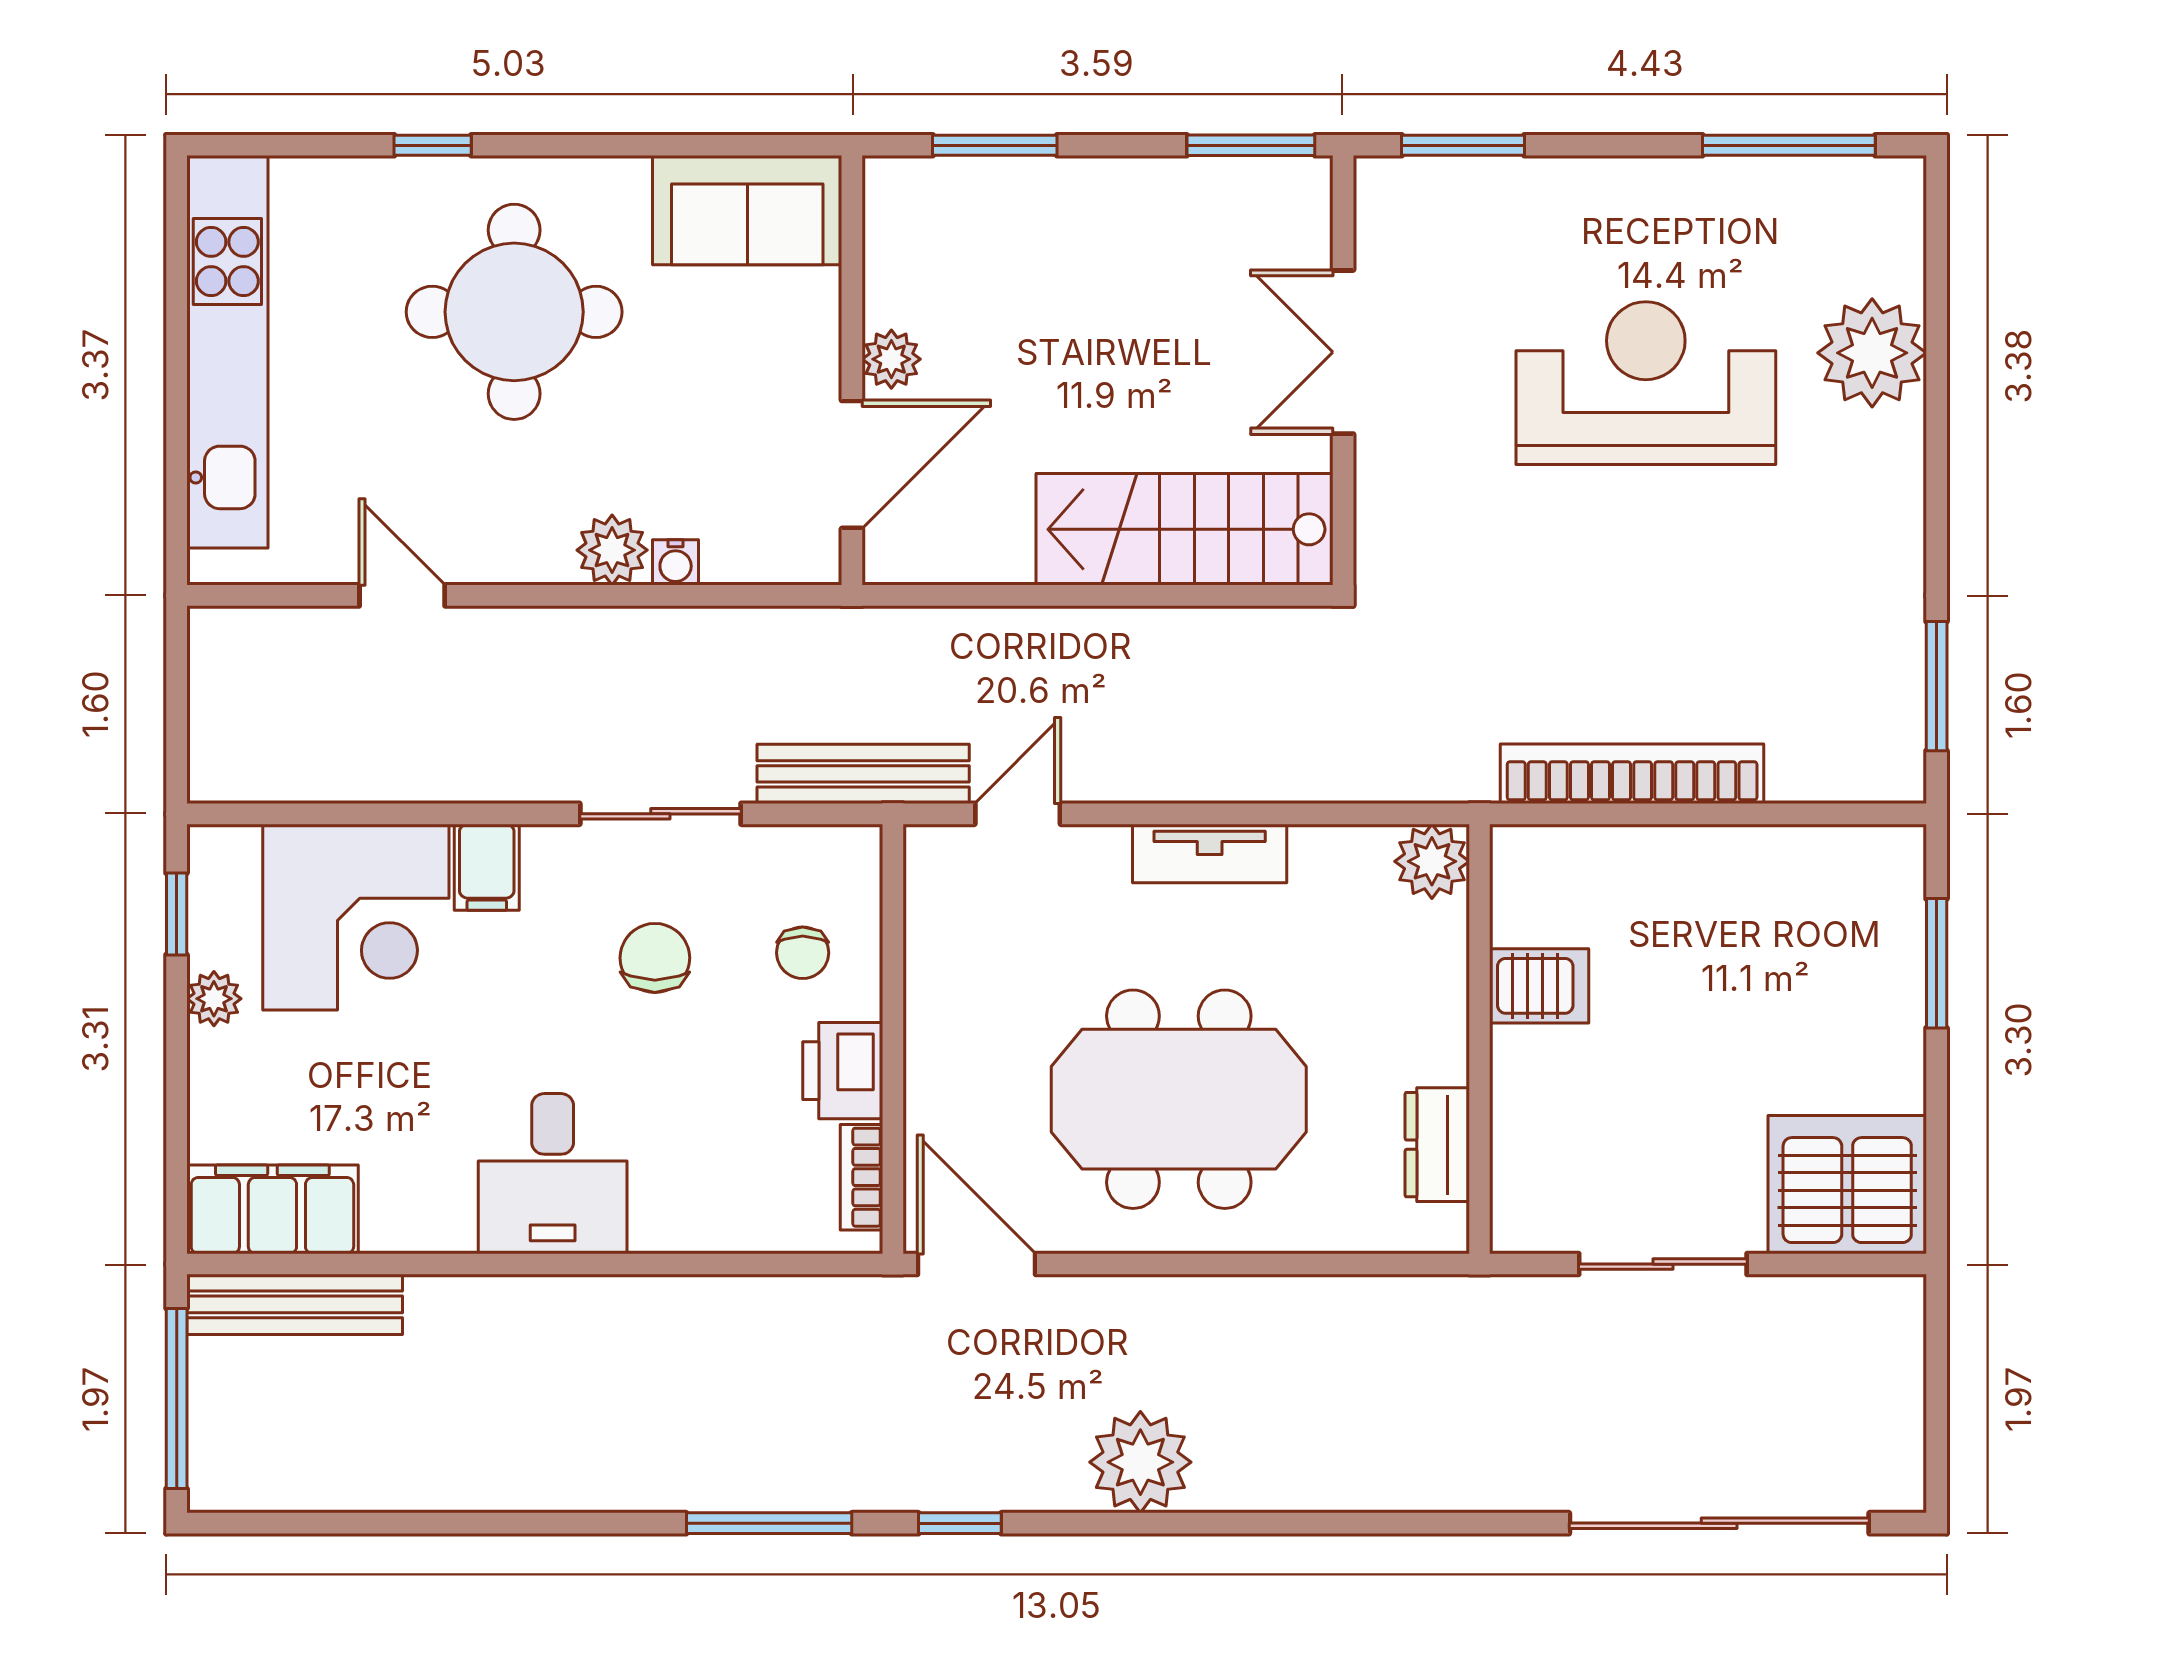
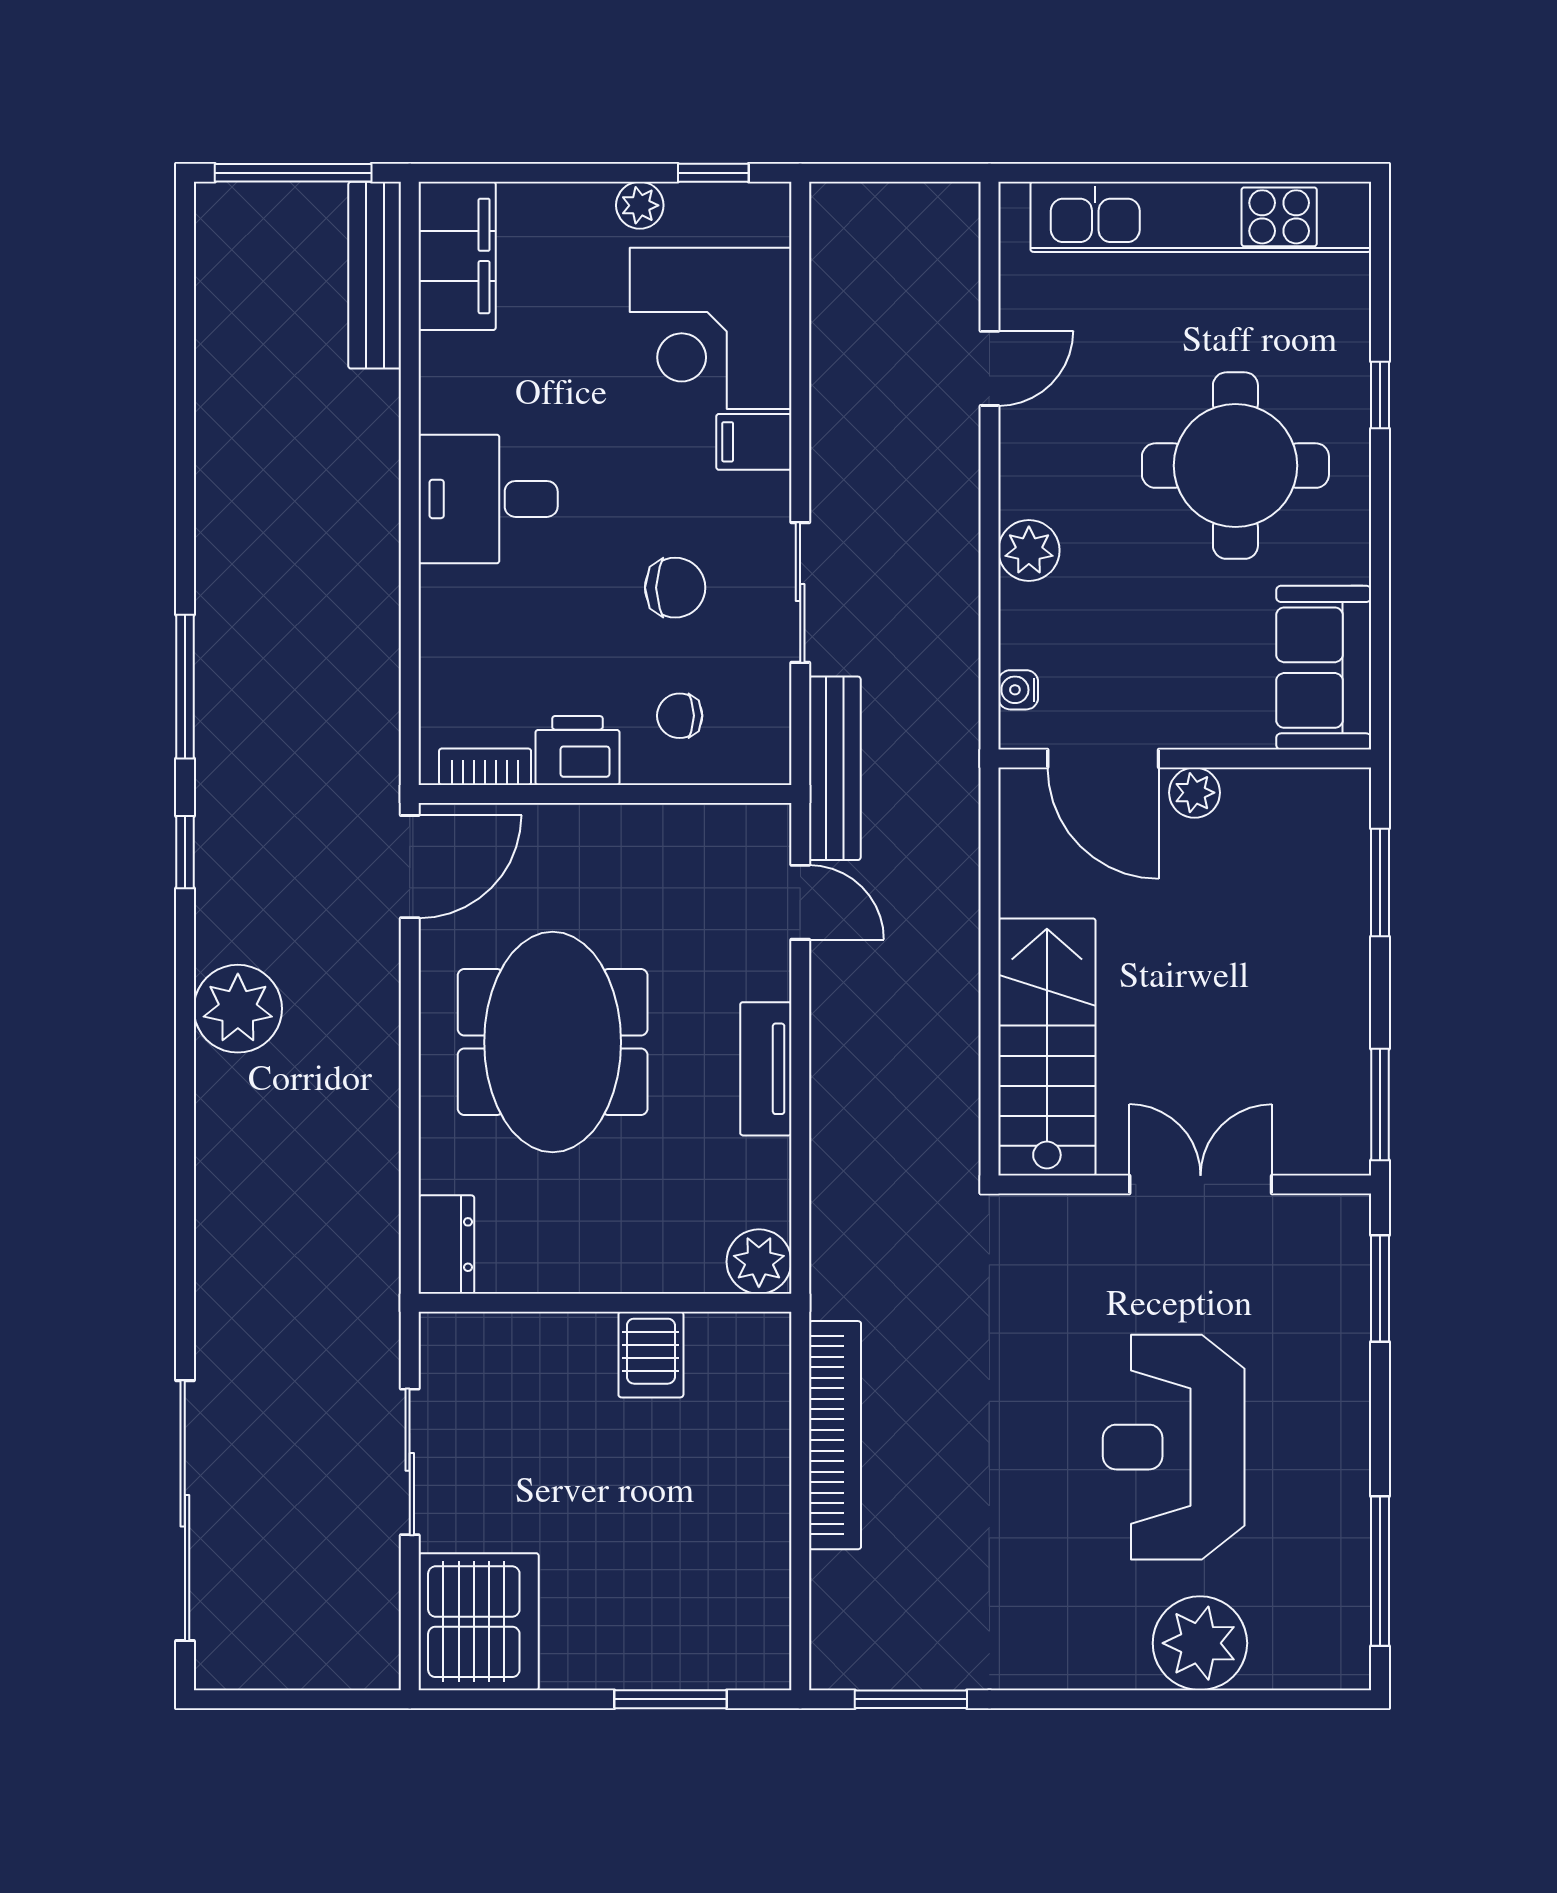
reception desk: (1646, 383) -> (1174, 1447), turned 180
water cooler: (676, 562) -> (1018, 690), moved
dresser: (1437, 1145) -> (446, 1245), moved, turned 90

